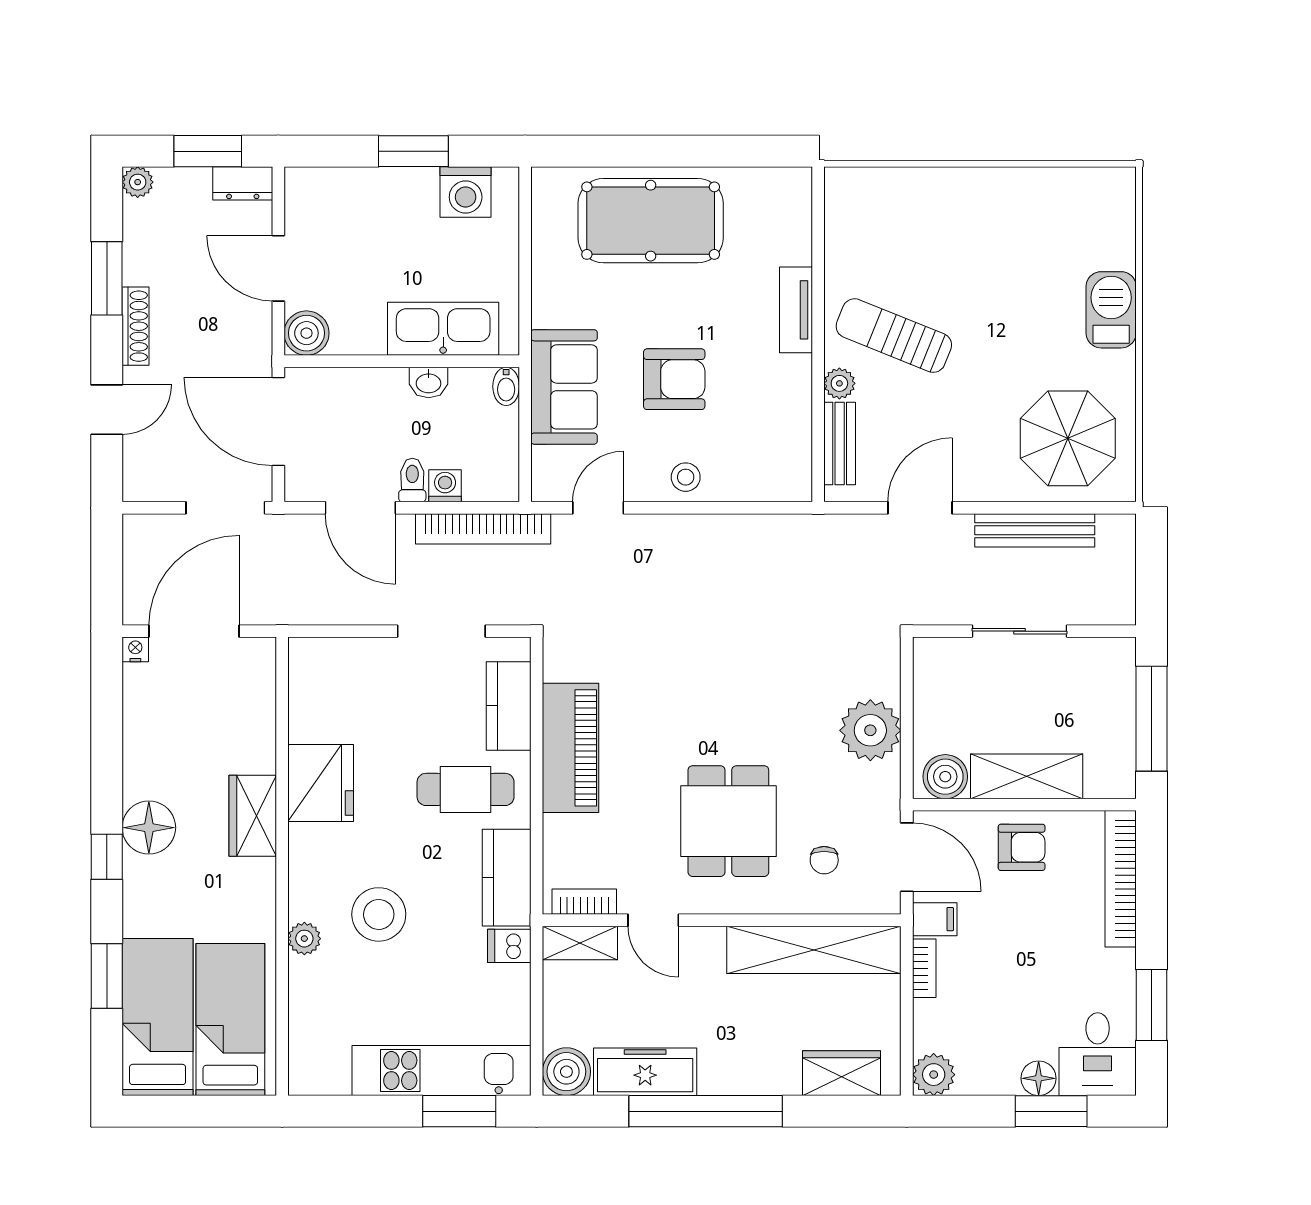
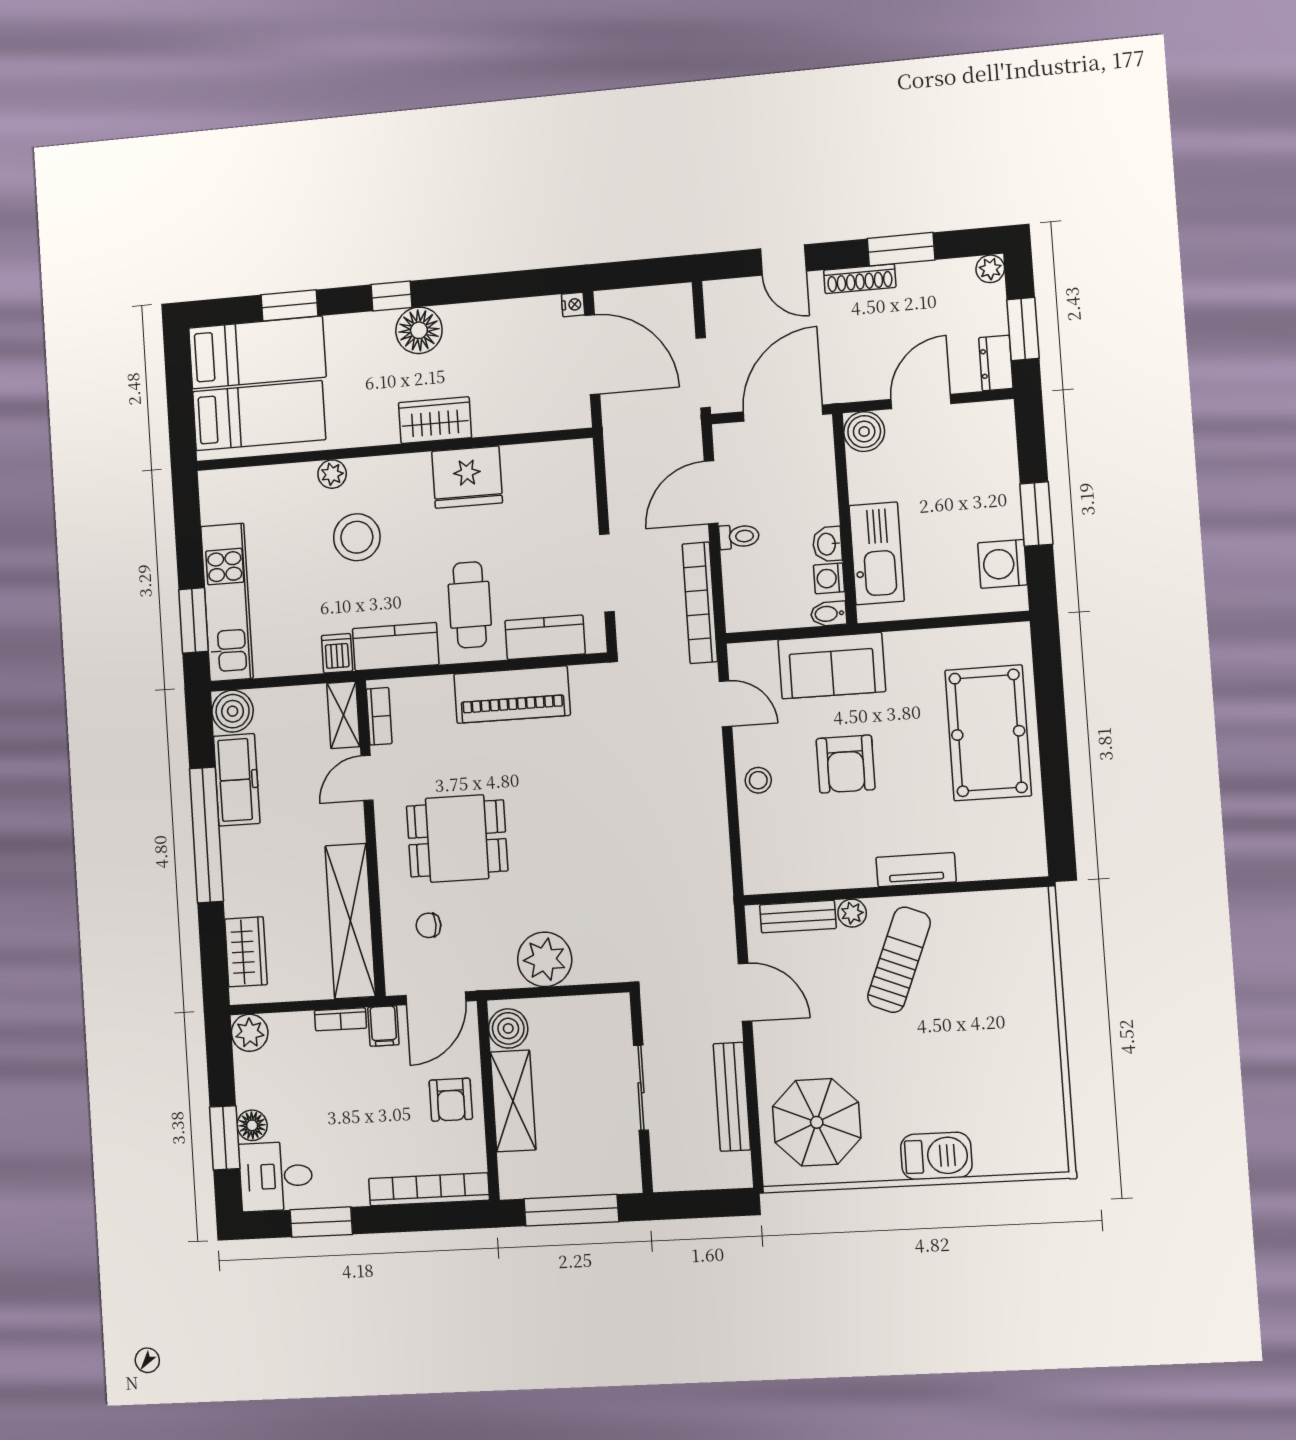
washing machine: (445, 486) -> (829, 578), moved, turned 180

